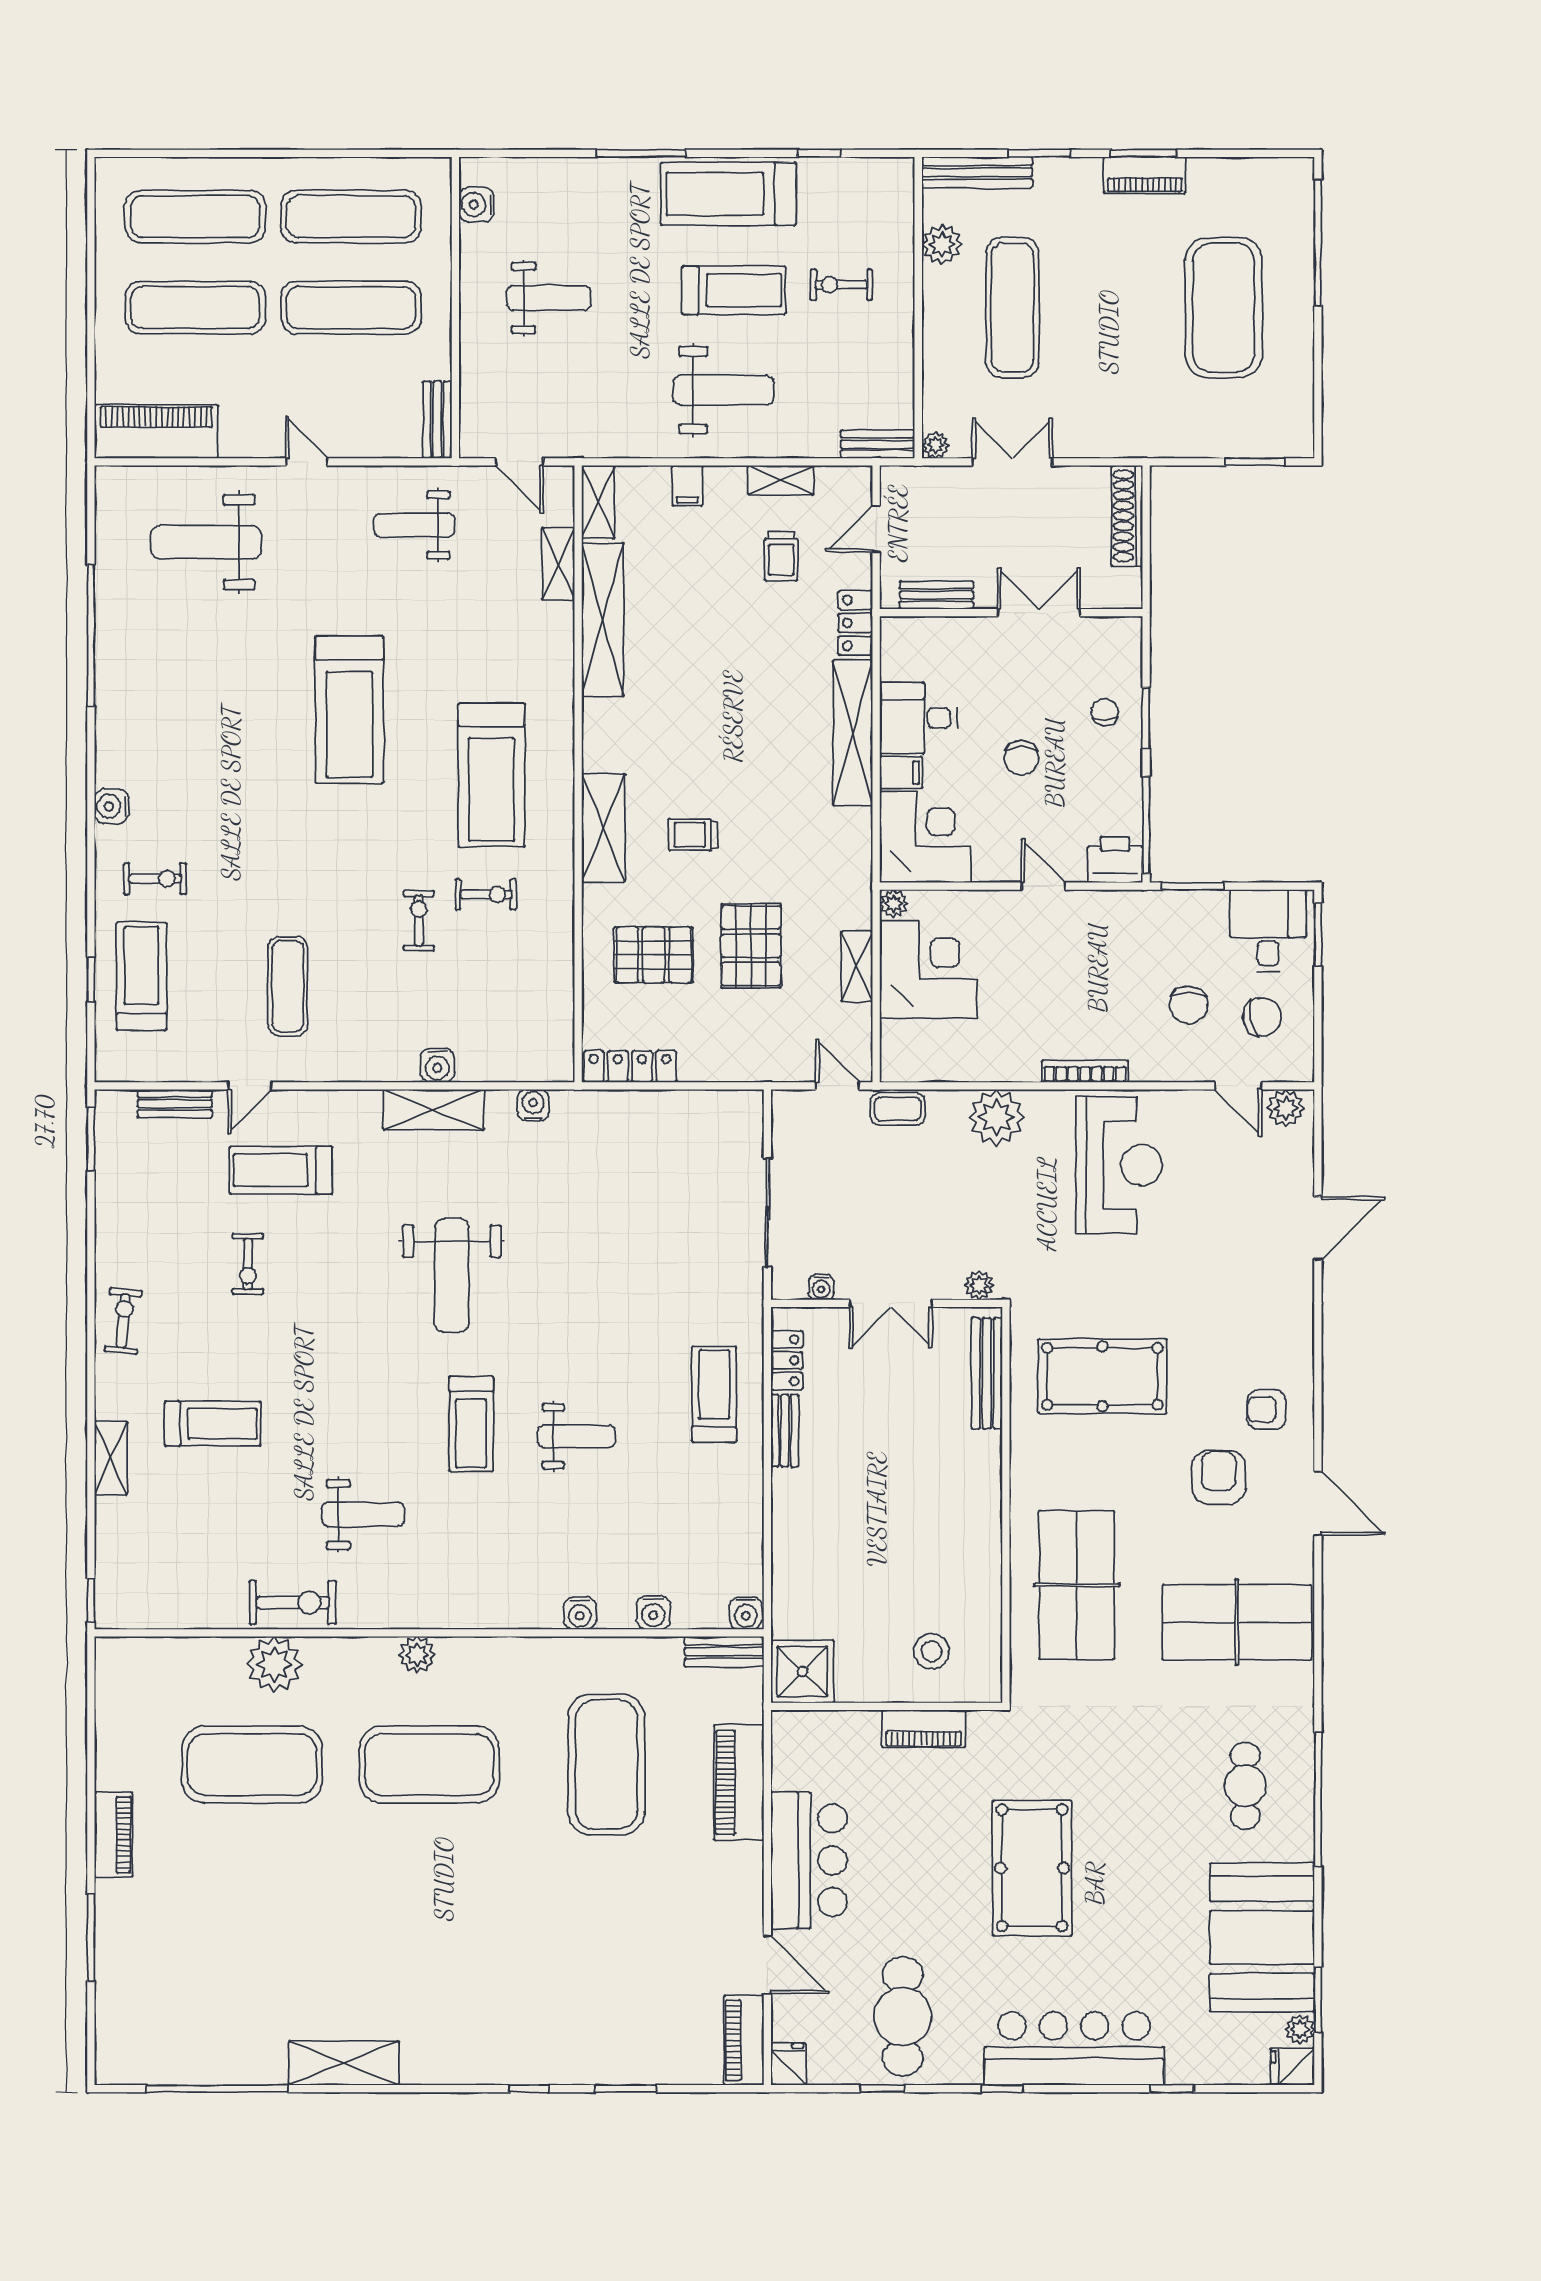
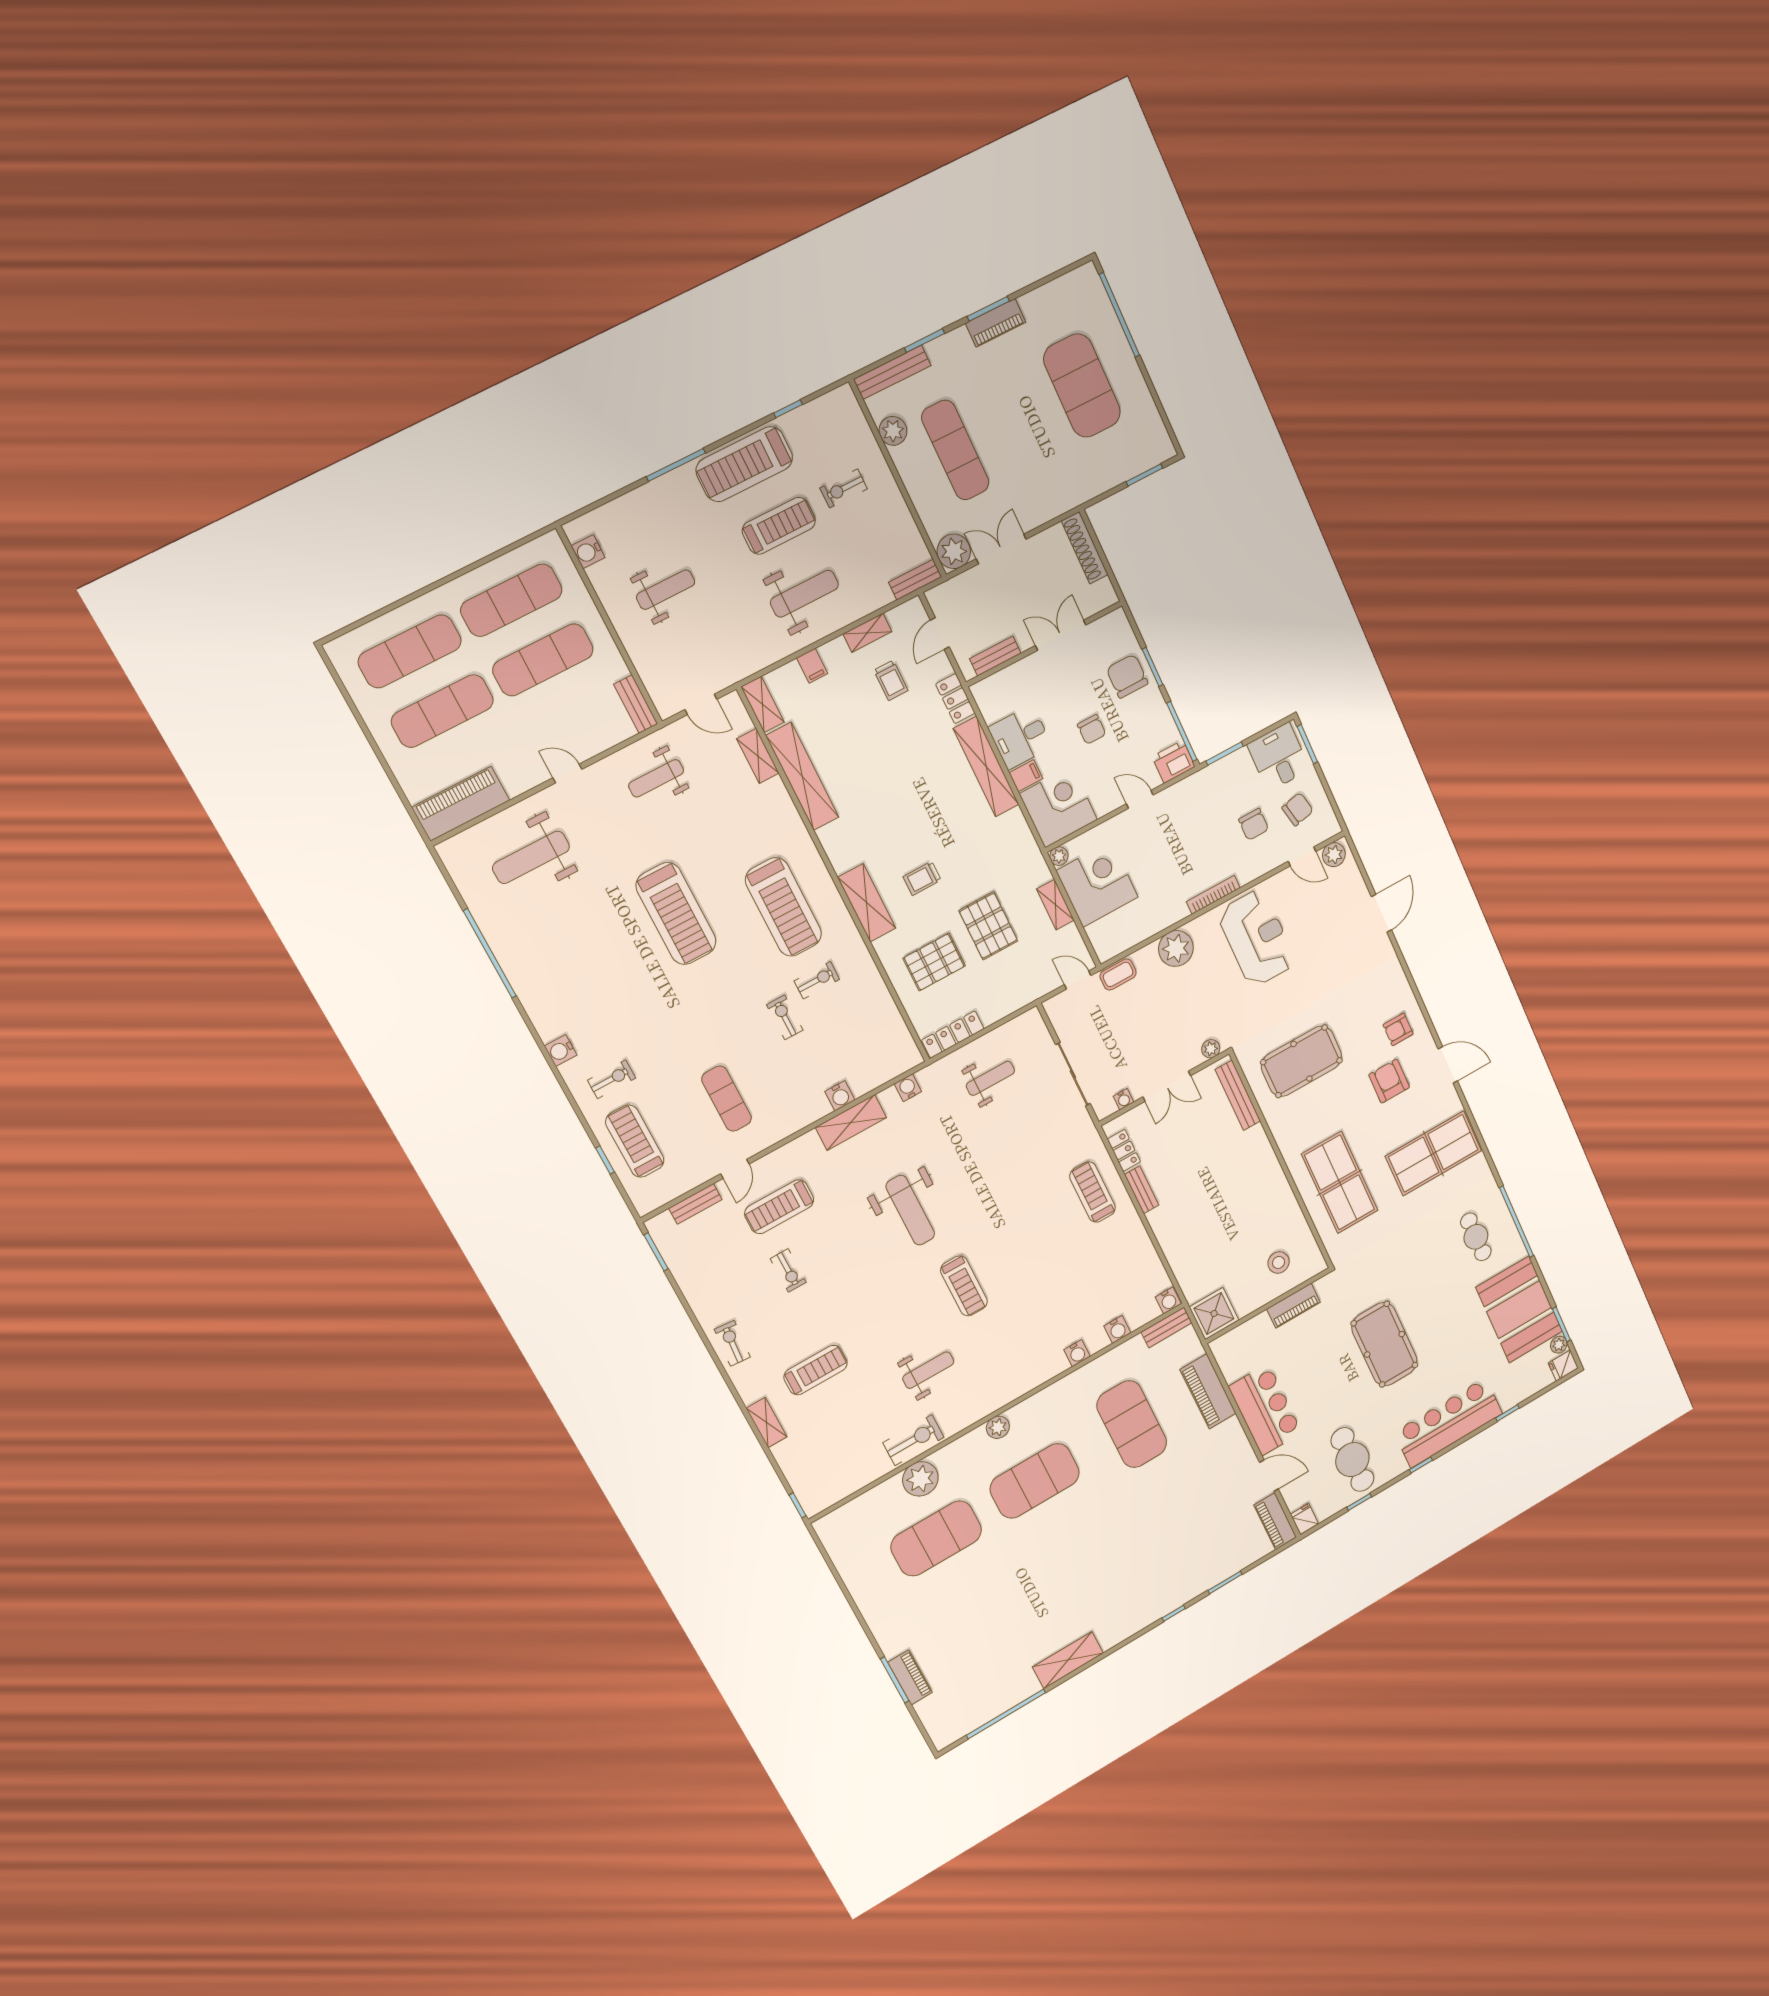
plant: (936, 445) -> (954, 551), width x1.87, depth x1.87
chair: (1105, 712) -> (1127, 676), width x1.87, depth x1.87
weight bench: (576, 1436) -> (990, 1078), moved
piano: (113, 1835) -> (910, 1677), moved

